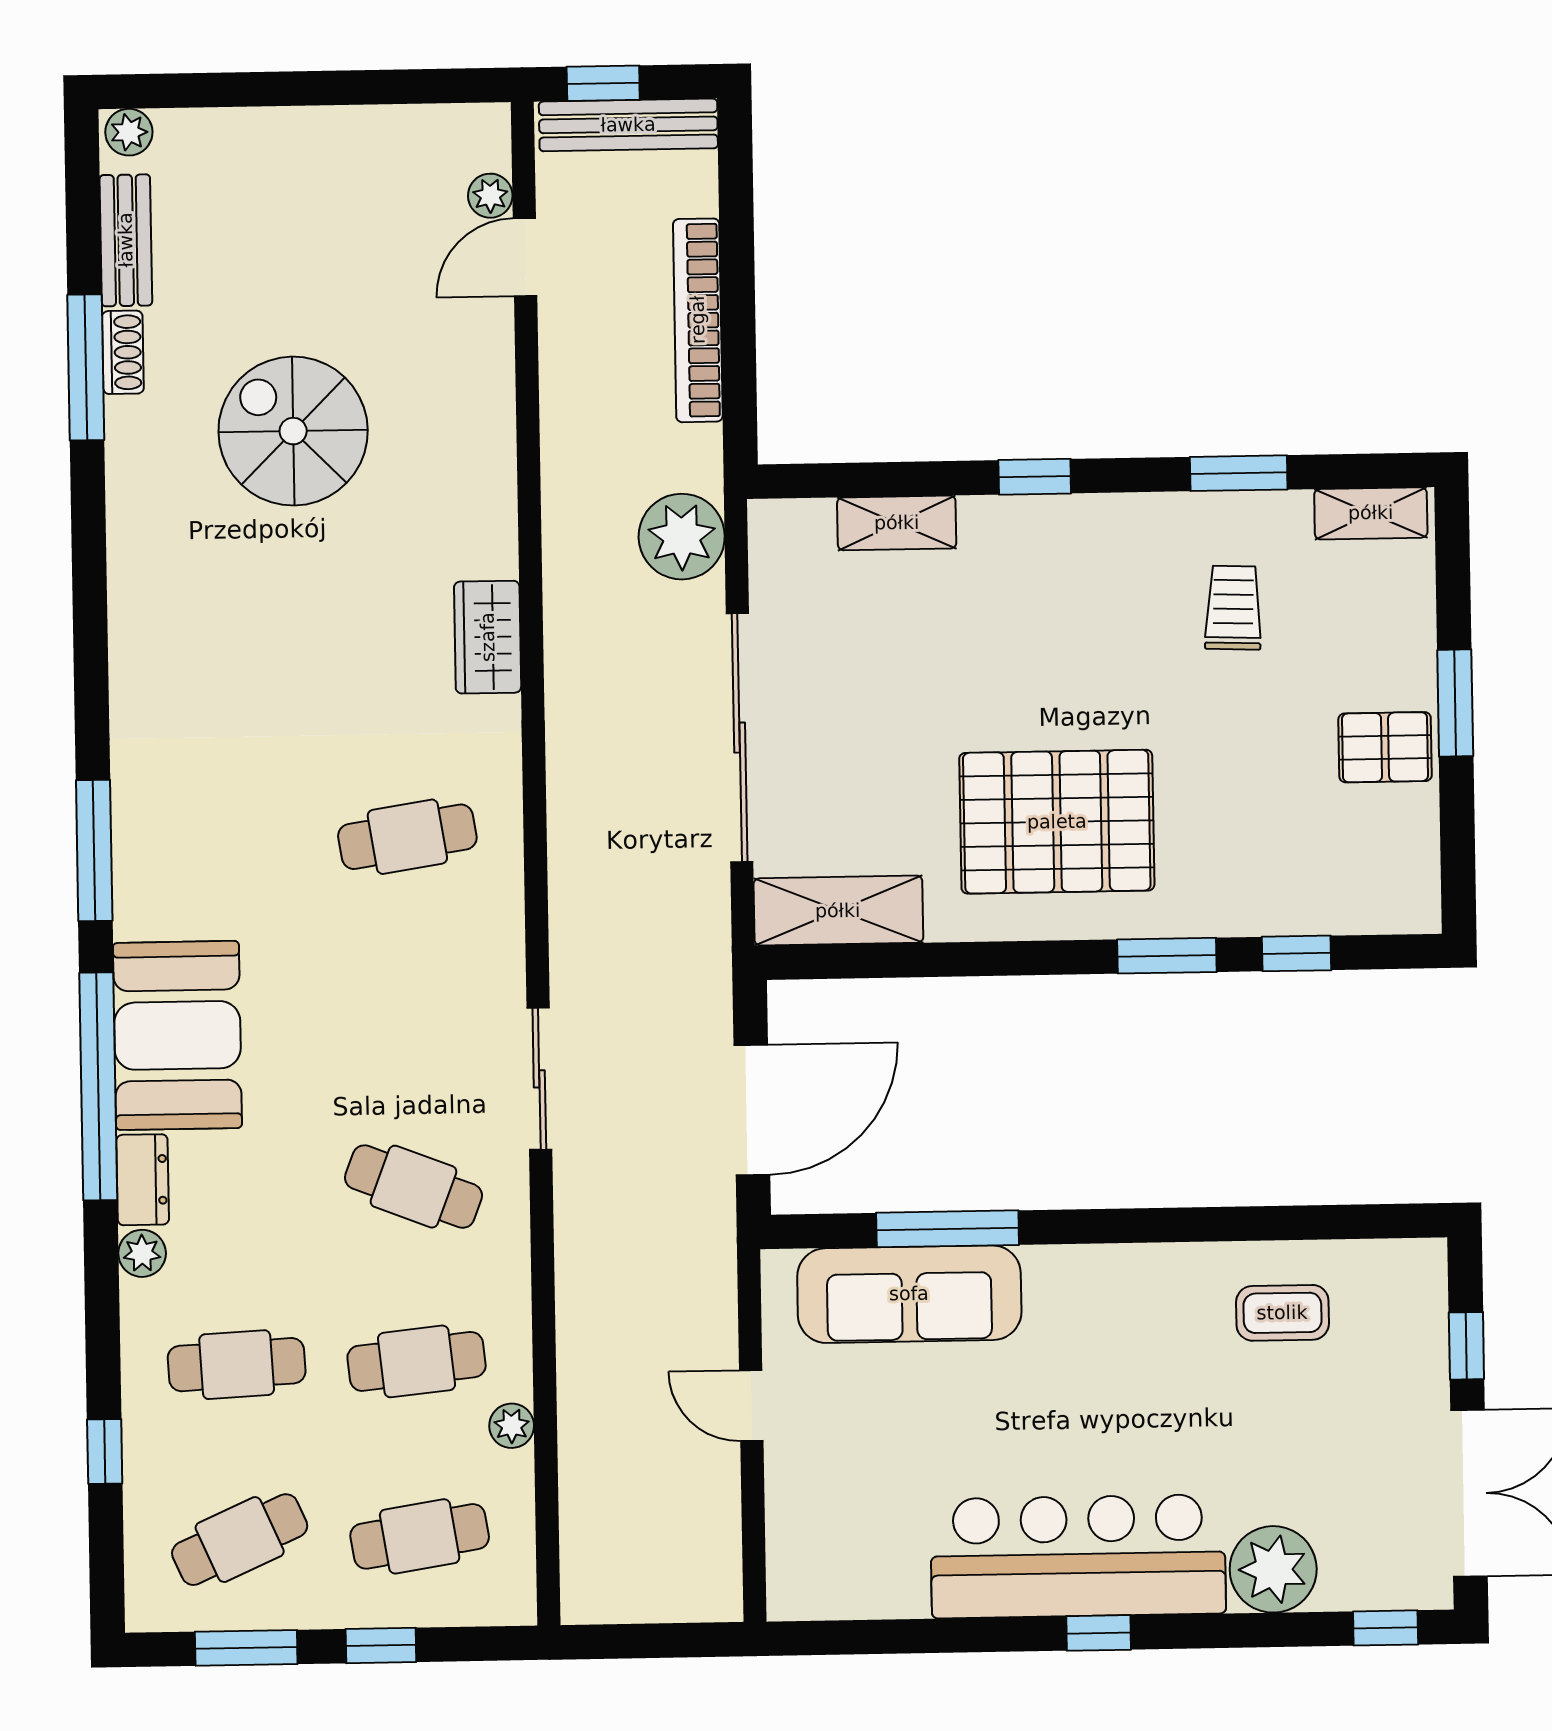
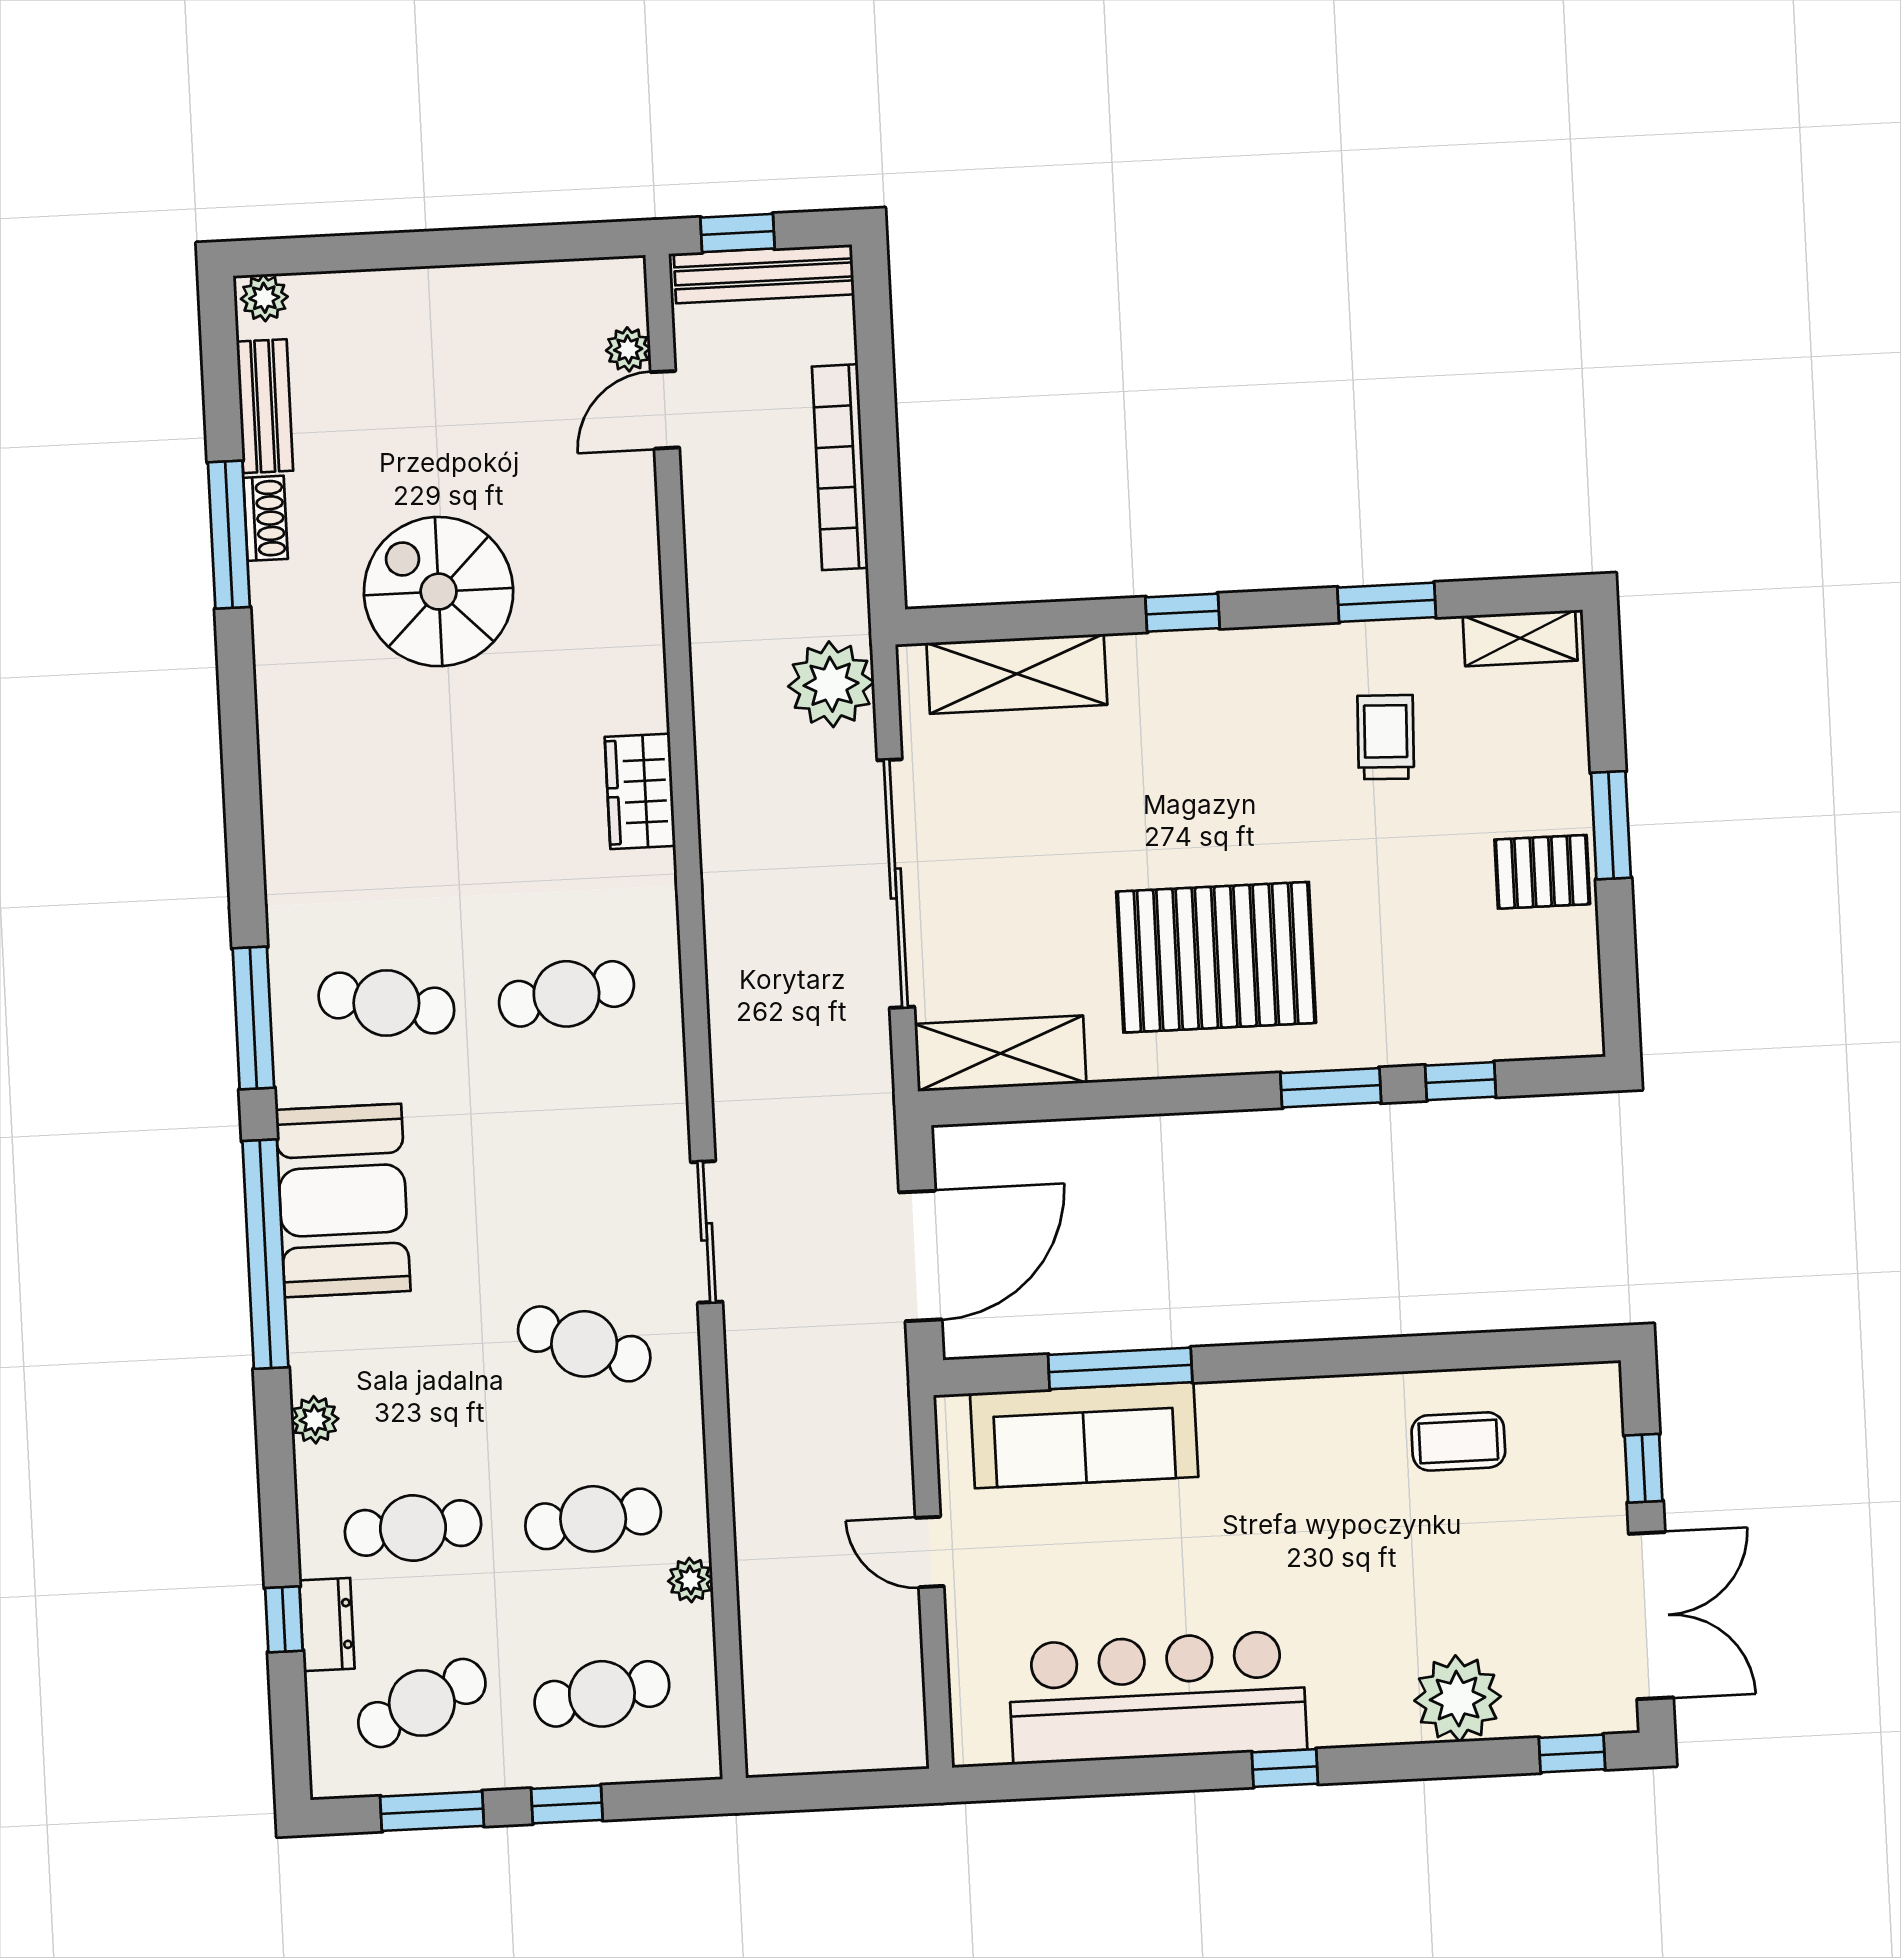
shelving: (897, 523) -> (1017, 674), width x1.50, depth x1.33
cafe table: (227, 840) -> (386, 1003), added
dresser: (143, 1180) -> (327, 1625), moved
bar counter: (1078, 1556) -> (1157, 1697), moved

